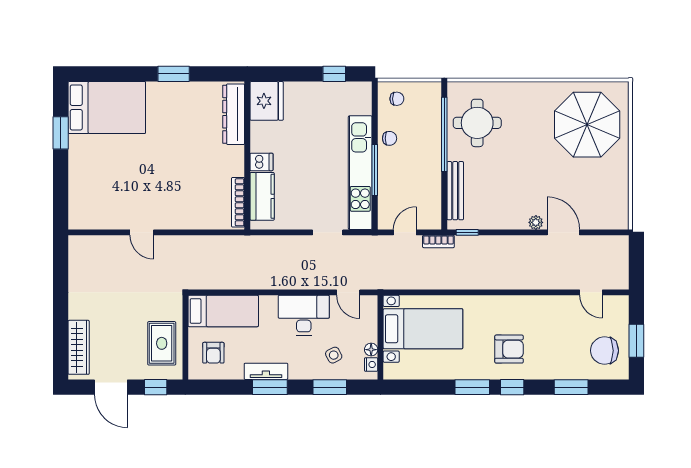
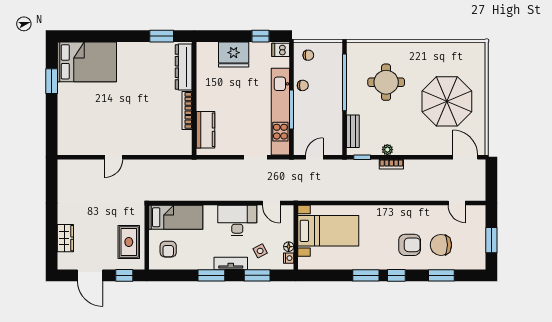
window: (174, 74) -> (162, 36), moved
fridge: (267, 101) -> (234, 55), moved, turned 90
round table: (477, 123) -> (386, 82), moved
parasol: (587, 125) -> (447, 101), moved
dishwasher: (261, 162) -> (281, 50), moved, turned 180
bench: (455, 191) -> (353, 131), width x0.73
bookcase: (238, 202) -> (187, 110), moved
plant: (536, 222) -> (387, 150), moved
door: (142, 232) -> (114, 157), hinge flipped
door: (563, 232) -> (465, 157), moved
bookcase: (438, 241) -> (391, 164), moved
wardrobe: (79, 347) -> (65, 238), width x0.67
armchair: (509, 349) -> (410, 245), moved
chair: (605, 351) -> (441, 245), moved
tv unit: (266, 371) -> (231, 263), moved

